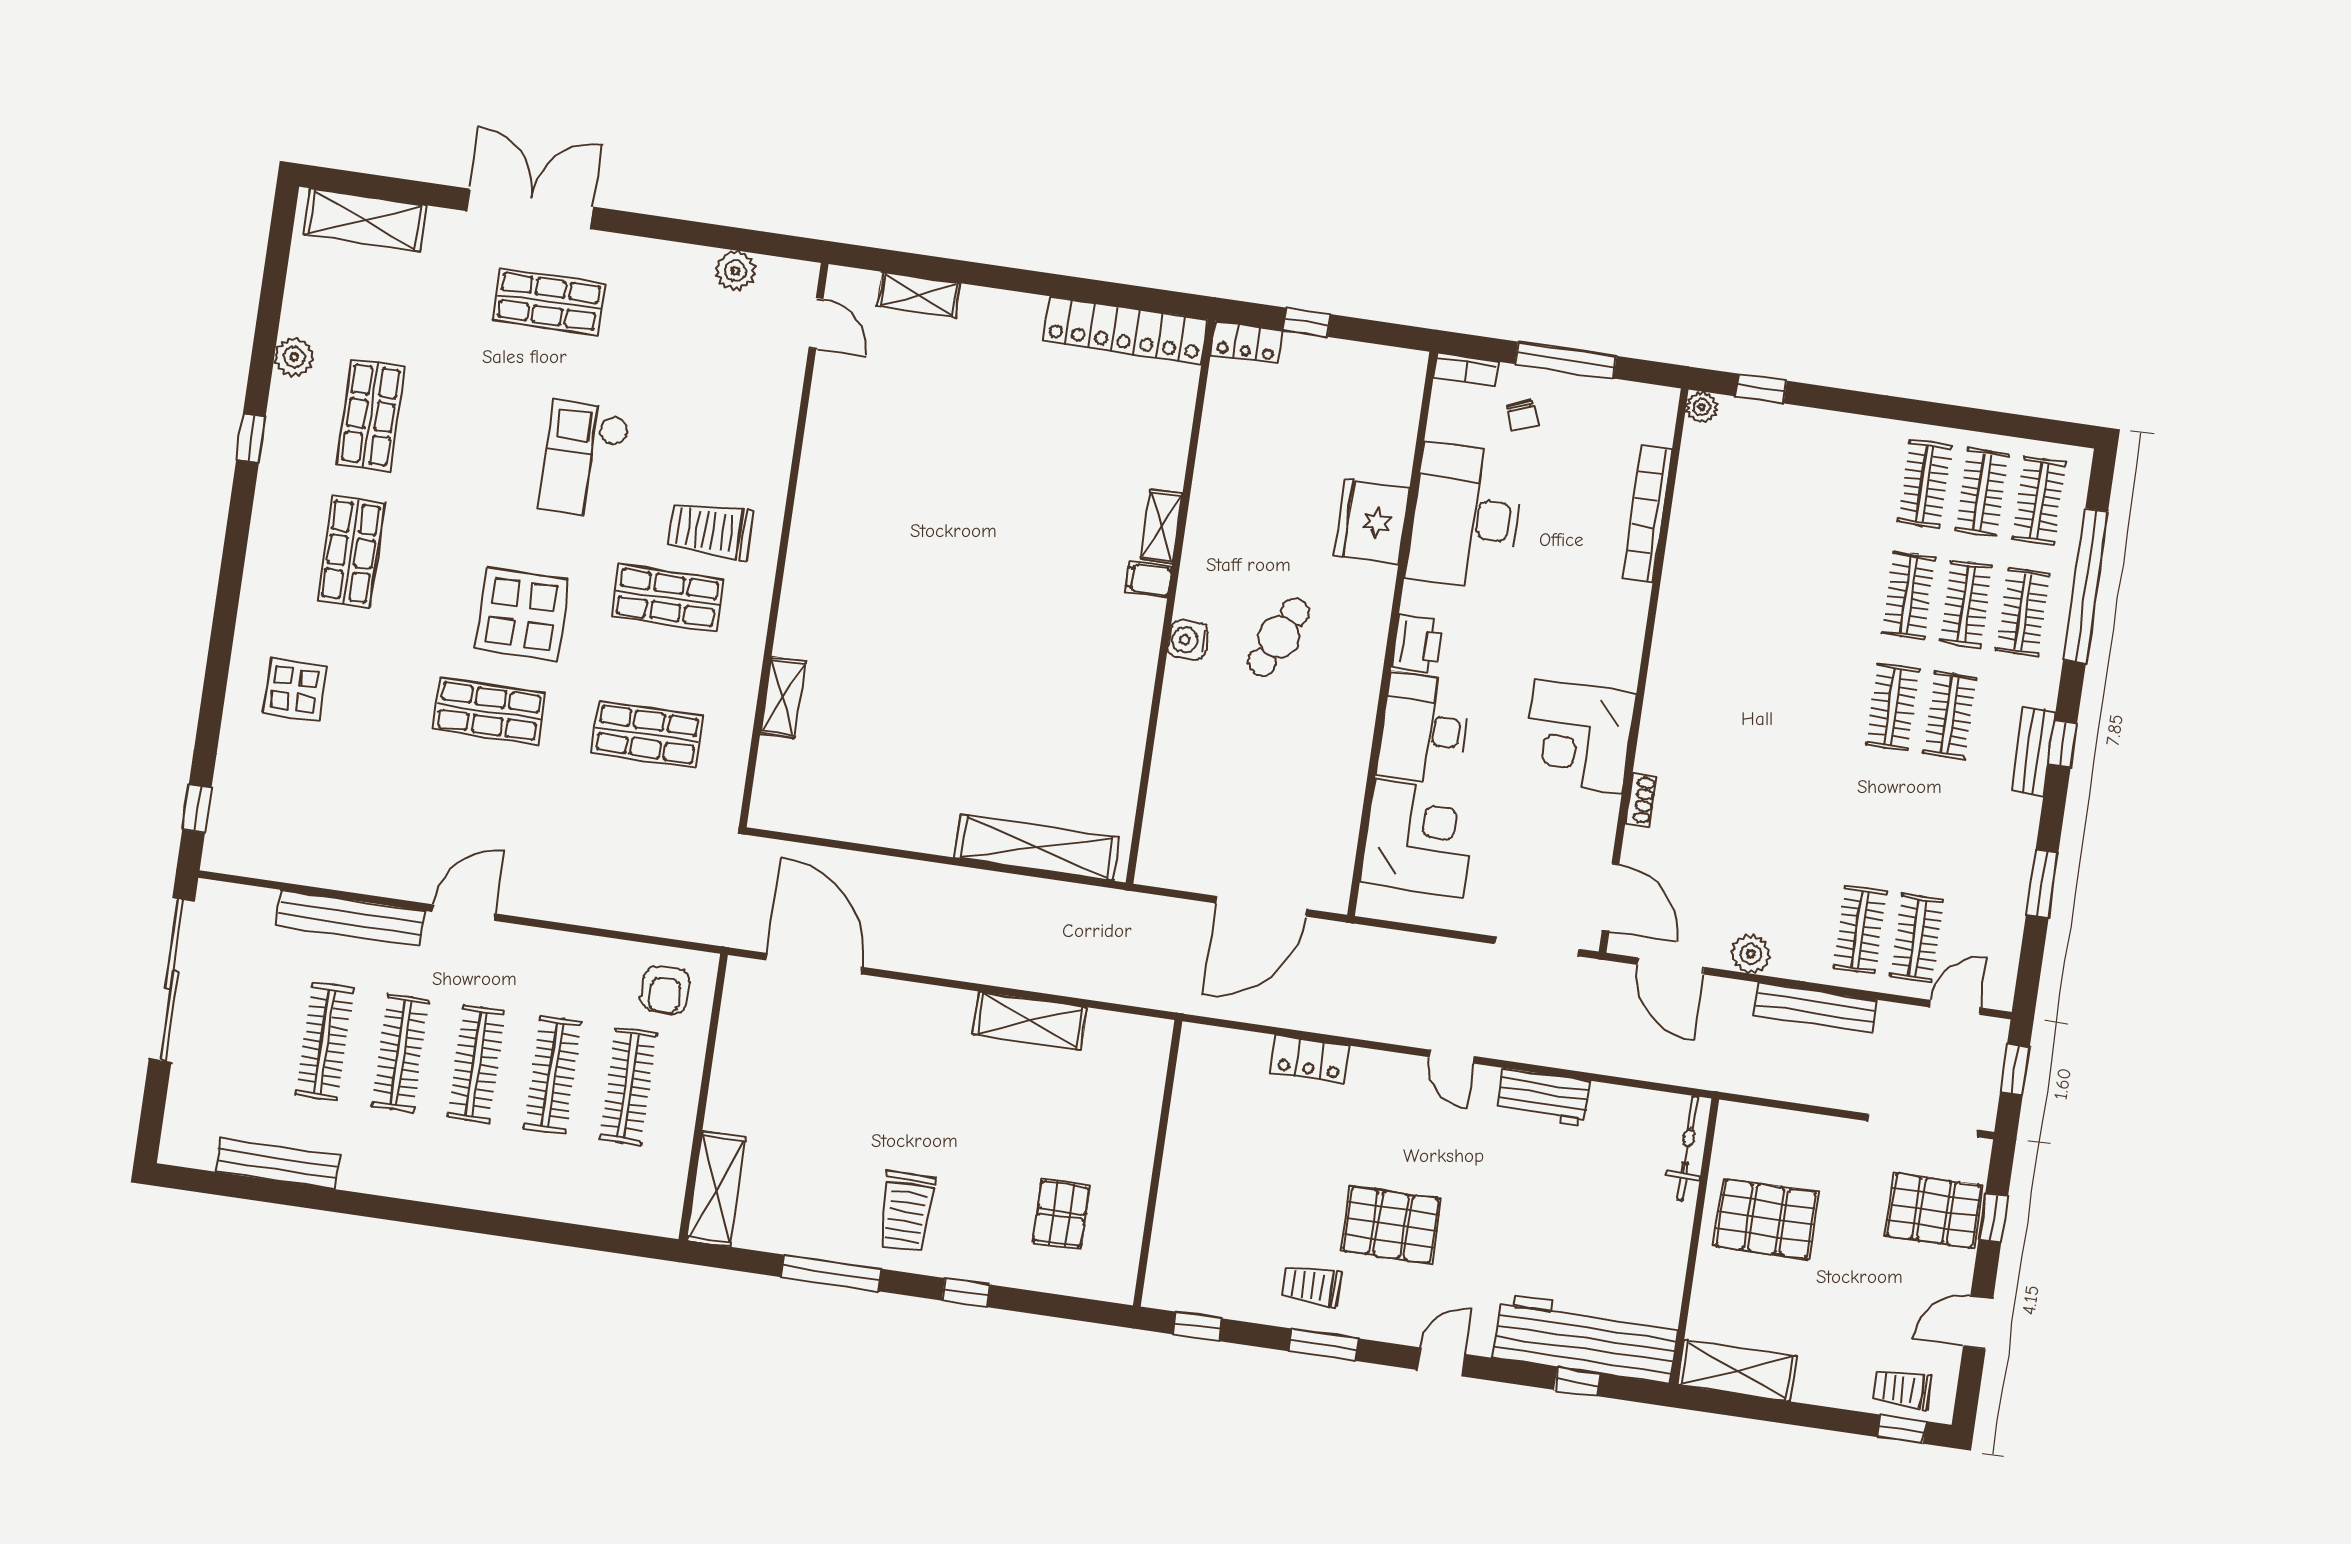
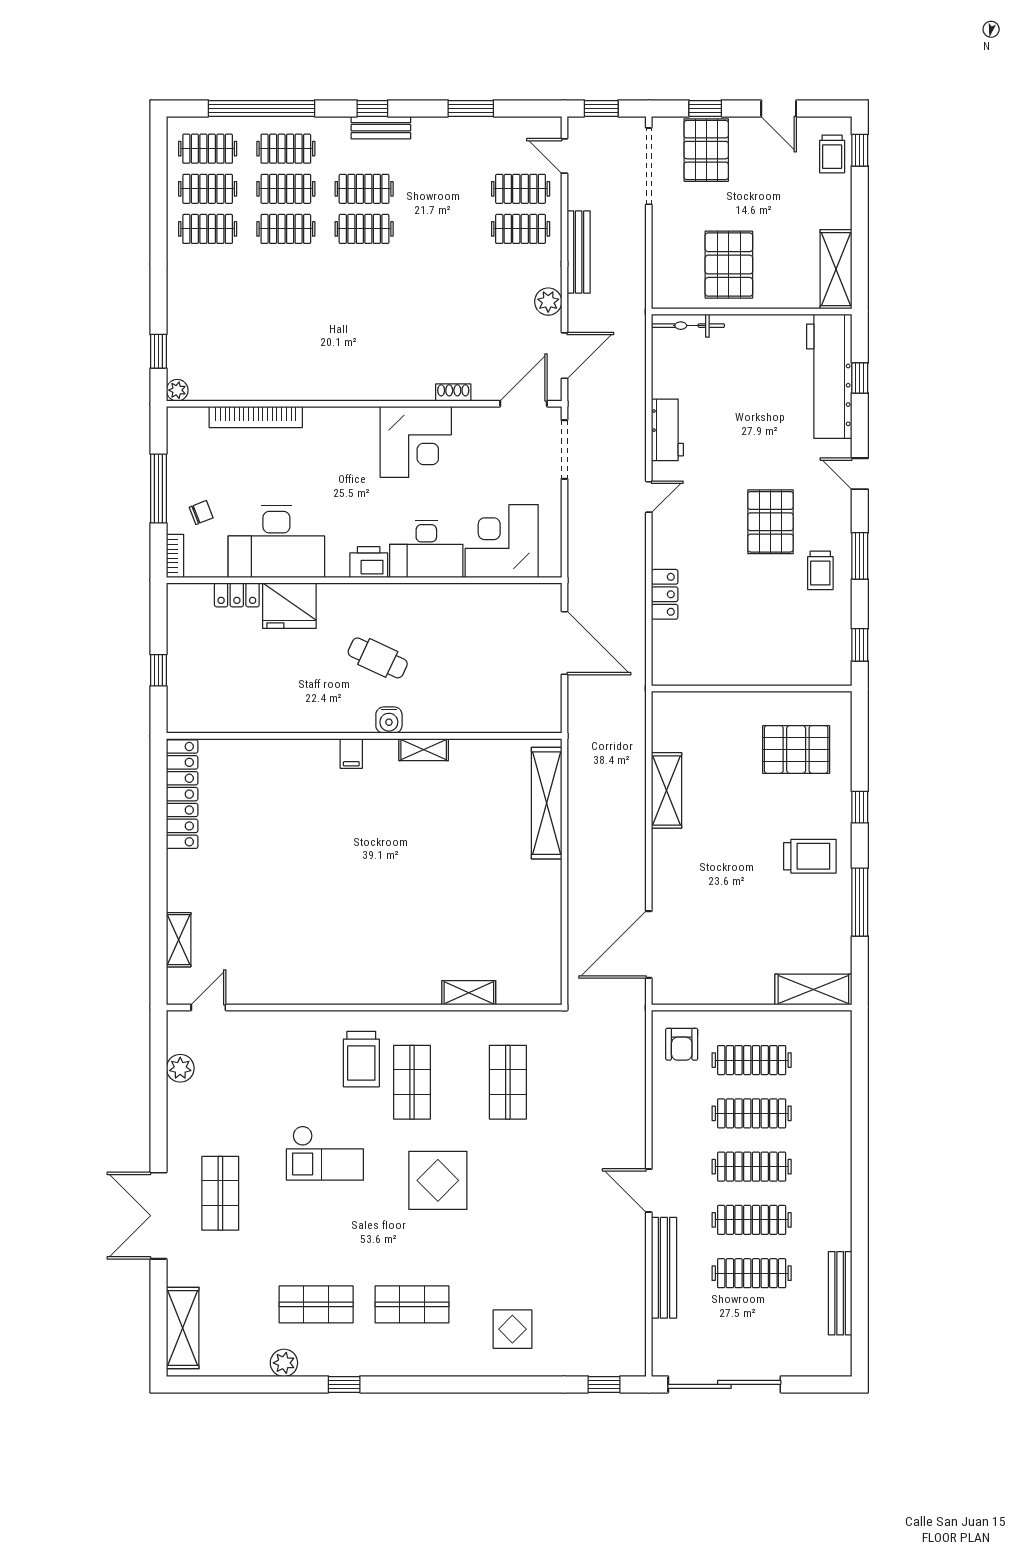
locker: (1247, 342) -> (237, 595), moved, turned 90
shelving: (1161, 526) -> (424, 750), moved
shop shelf: (489, 711) -> (508, 1193), removed
armchair: (665, 990) -> (682, 1044), turned 90
pallet: (1061, 1214) -> (796, 749), width x1.50, depth x1.42

